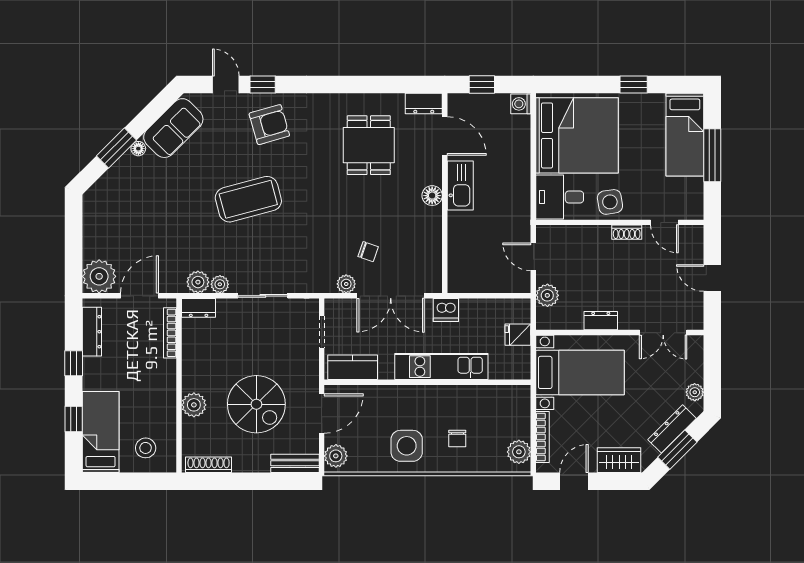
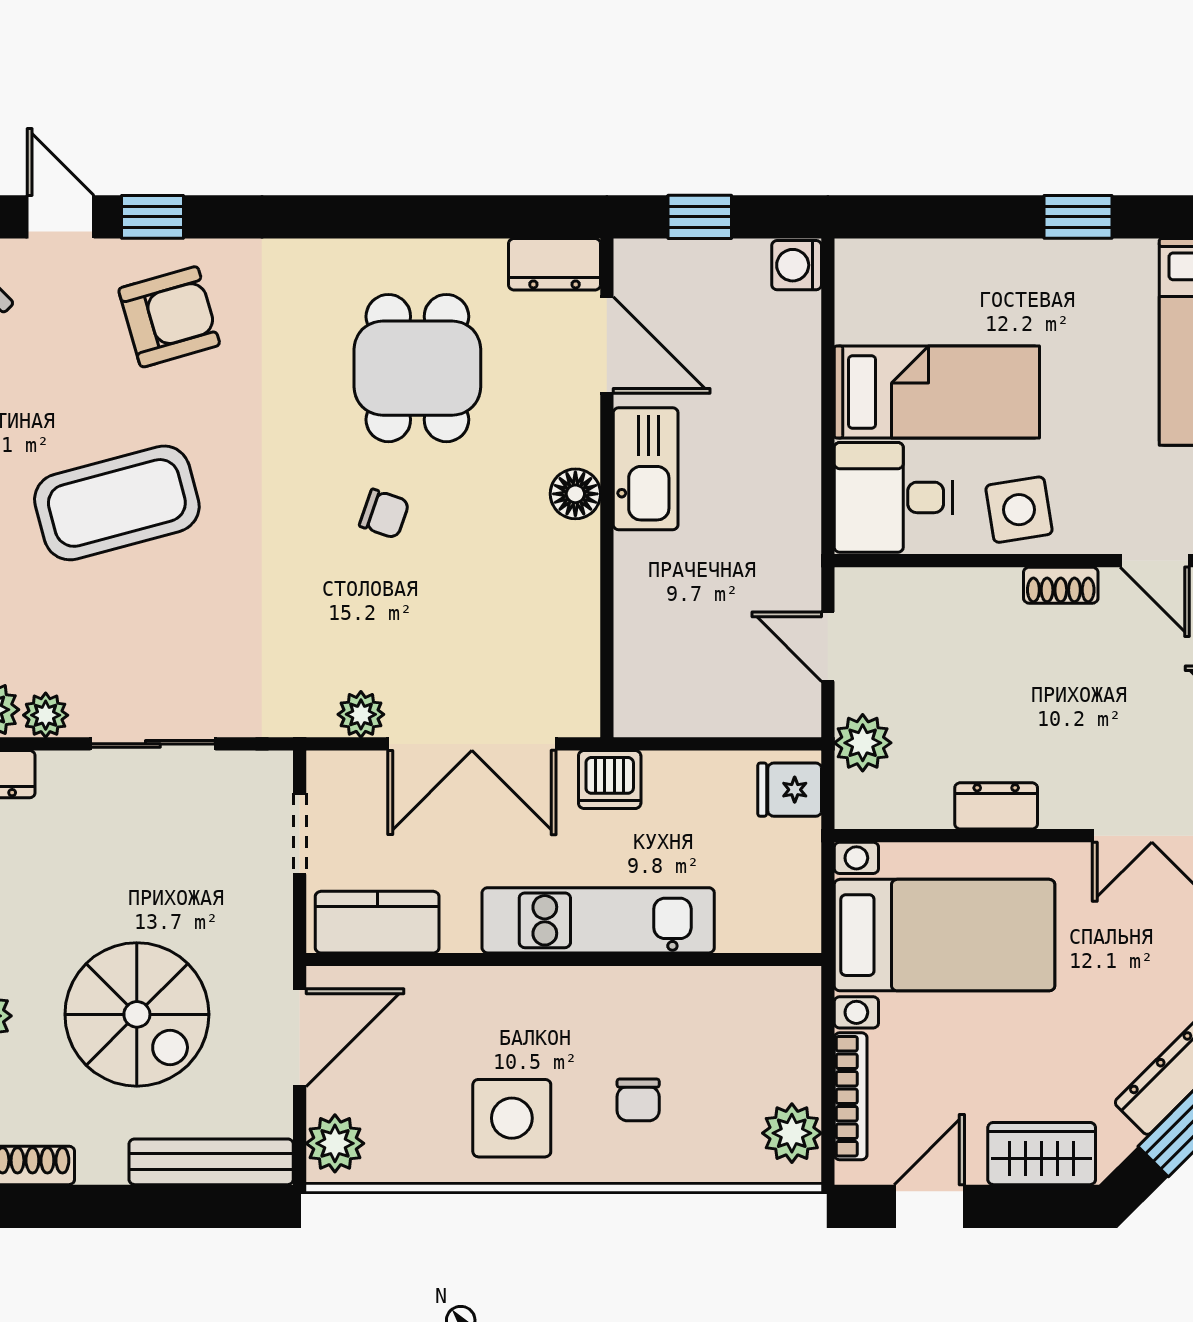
bed: (577, 135) -> (937, 392), width x0.49
chair: (368, 252) -> (384, 514), moved
fridge: (518, 335) -> (790, 790), moved
bench: (295, 463) -> (211, 1162), width x1.36

